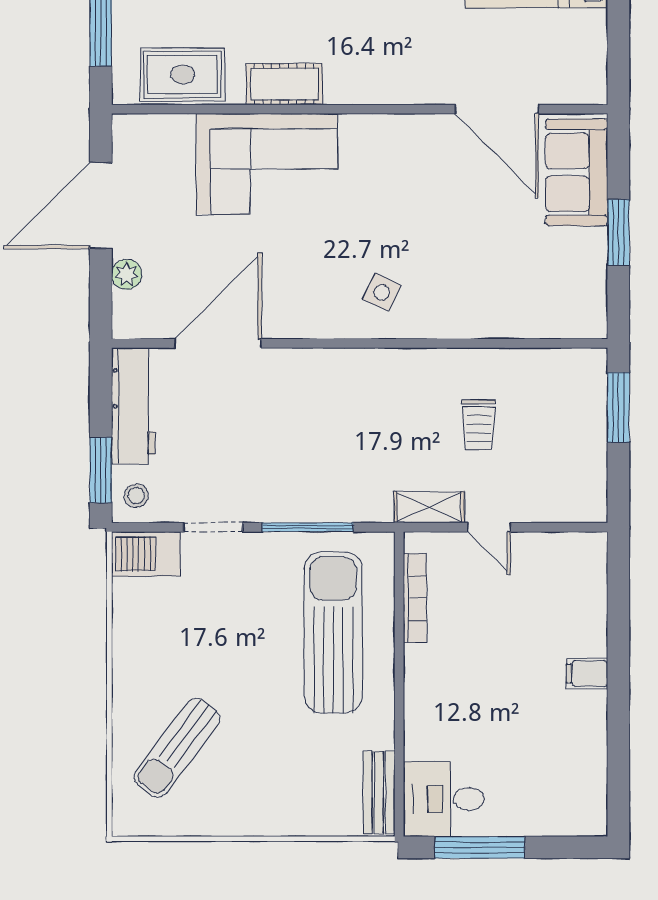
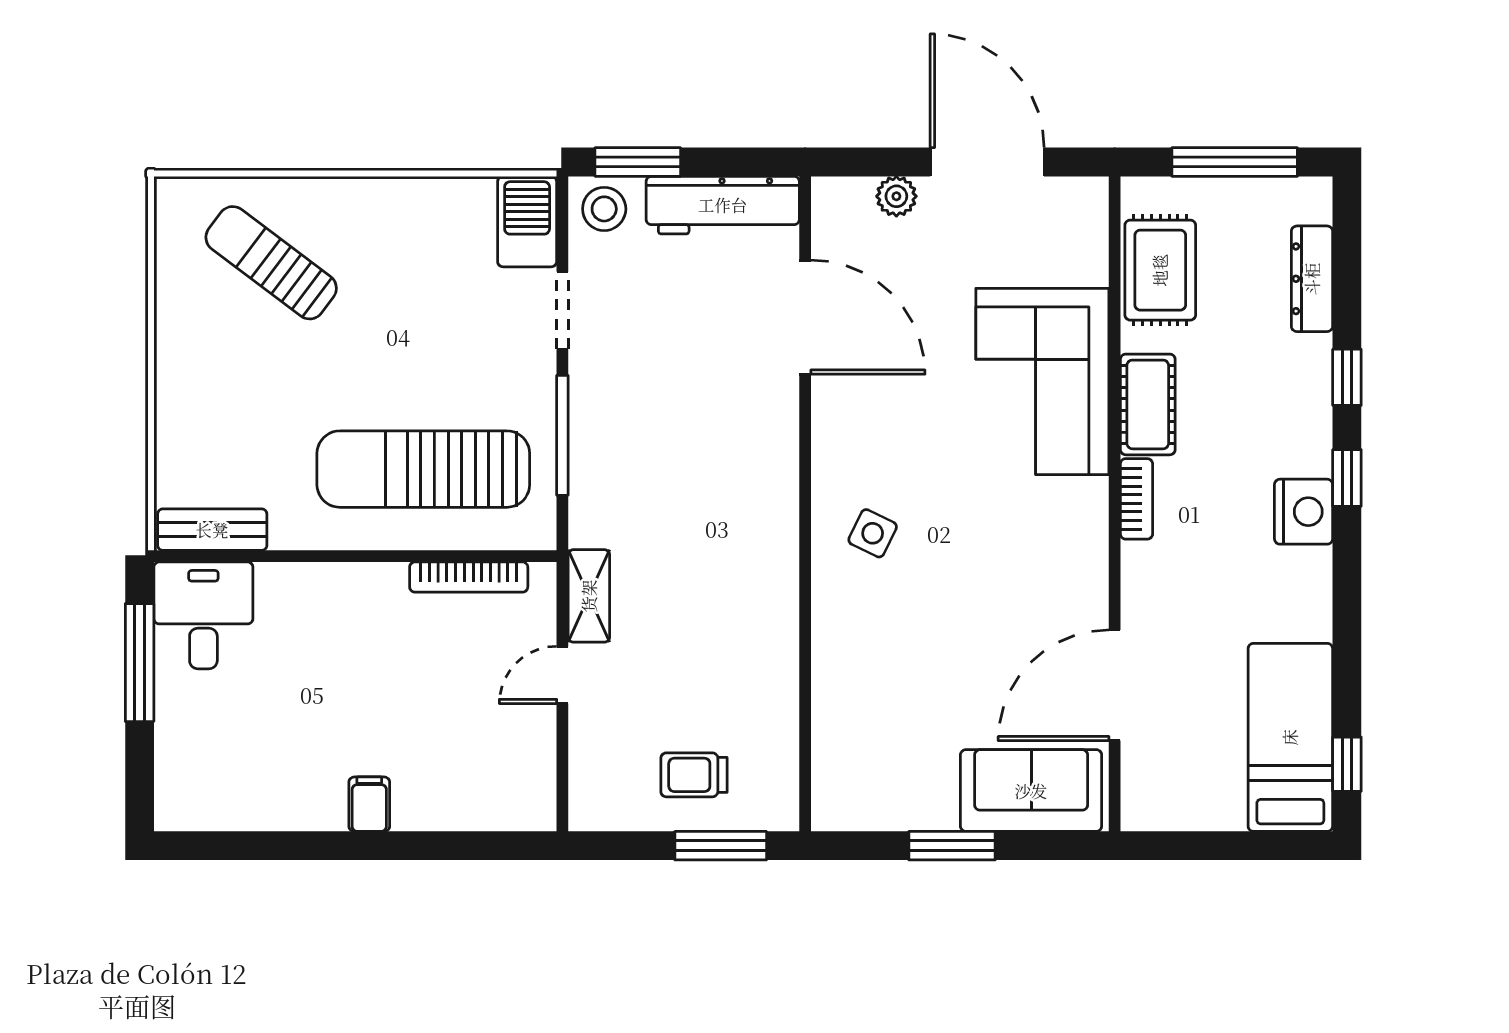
bookcase: (356, 93) -> (1136, 499), added
trolley: (479, 425) -> (694, 775), moved
stool: (136, 496) -> (604, 209), width x1.37, depth x1.37
sun lounger: (333, 632) -> (423, 469), turned 180

